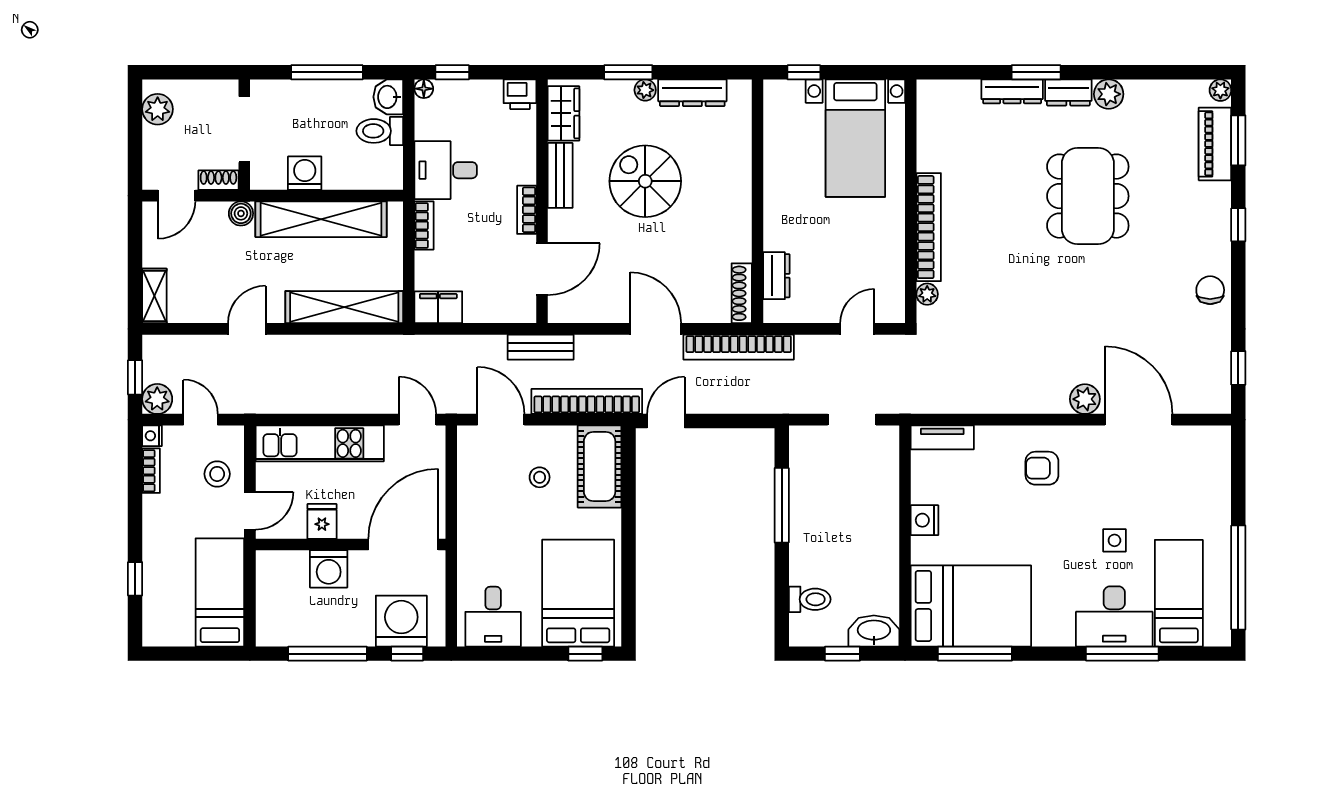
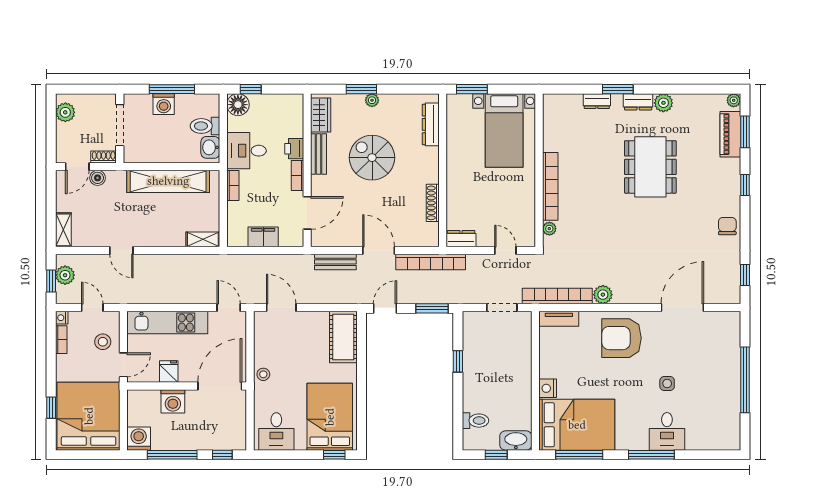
window: (804, 72) -> (472, 89), width x1.50
floor lamp: (424, 89) -> (238, 105), width x1.89, depth x1.89
dresser: (1012, 91) -> (597, 101), width x0.70
dresser: (692, 93) -> (431, 124), moved, turned 90
printer: (520, 94) -> (294, 149), moved, turned 90
washbasin: (388, 97) -> (210, 147), moved
washing machine: (305, 173) -> (164, 104), moved, turned 180
boiler: (241, 213) -> (98, 178), moved
dresser: (776, 276) -> (461, 239), moved, turned -90
shoe rack: (742, 293) -> (433, 203), moved
shelving: (344, 307) -> (203, 239), width x0.45, depth x0.75
filing cabinet: (438, 307) -> (263, 237), moved
door: (247, 329) -> (121, 250), swing flipped
door: (857, 329) -> (505, 250), hinge flipped
bench: (541, 347) -> (335, 262), moved
plant: (157, 399) -> (65, 275), moved
plant: (1085, 399) -> (603, 295), moved
bookcase: (587, 401) -> (557, 296), moved
door: (1139, 420) -> (682, 308), hinge flipped
window: (741, 421) -> (432, 308), added
armchair: (1042, 468) -> (621, 338), width x1.88, depth x1.88
stool: (540, 477) -> (263, 374), moved
window: (782, 505) -> (458, 361), width x0.46
nightstand: (925, 520) -> (548, 388), moved
window: (1238, 577) -> (745, 380), moved
bed: (220, 592) -> (89, 416), width x2.04
bed: (1179, 593) -> (708, 417), removed
desk: (1114, 616) -> (667, 431), width x0.73
washing machine: (401, 621) -> (139, 439), moved, width x0.73, depth x0.73
window: (1122, 654) -> (651, 455), moved

